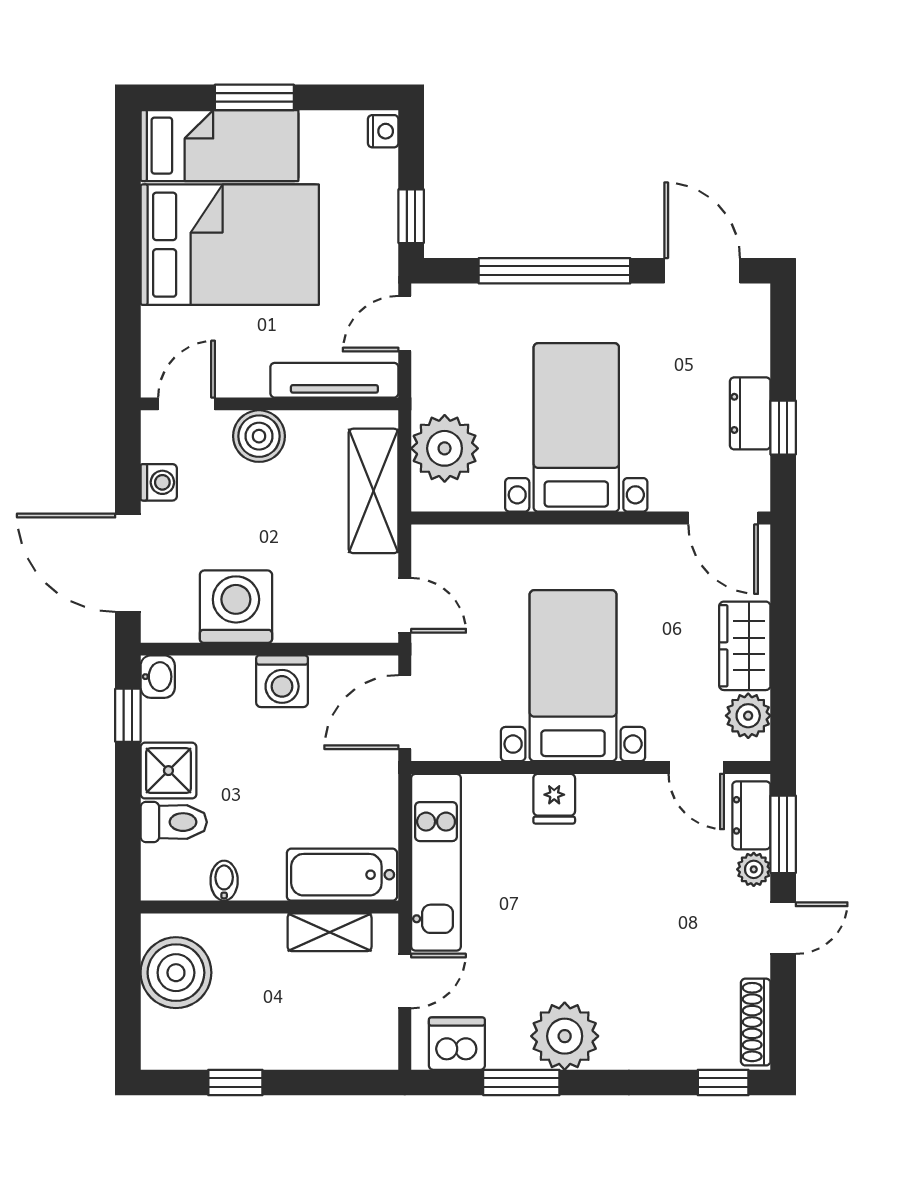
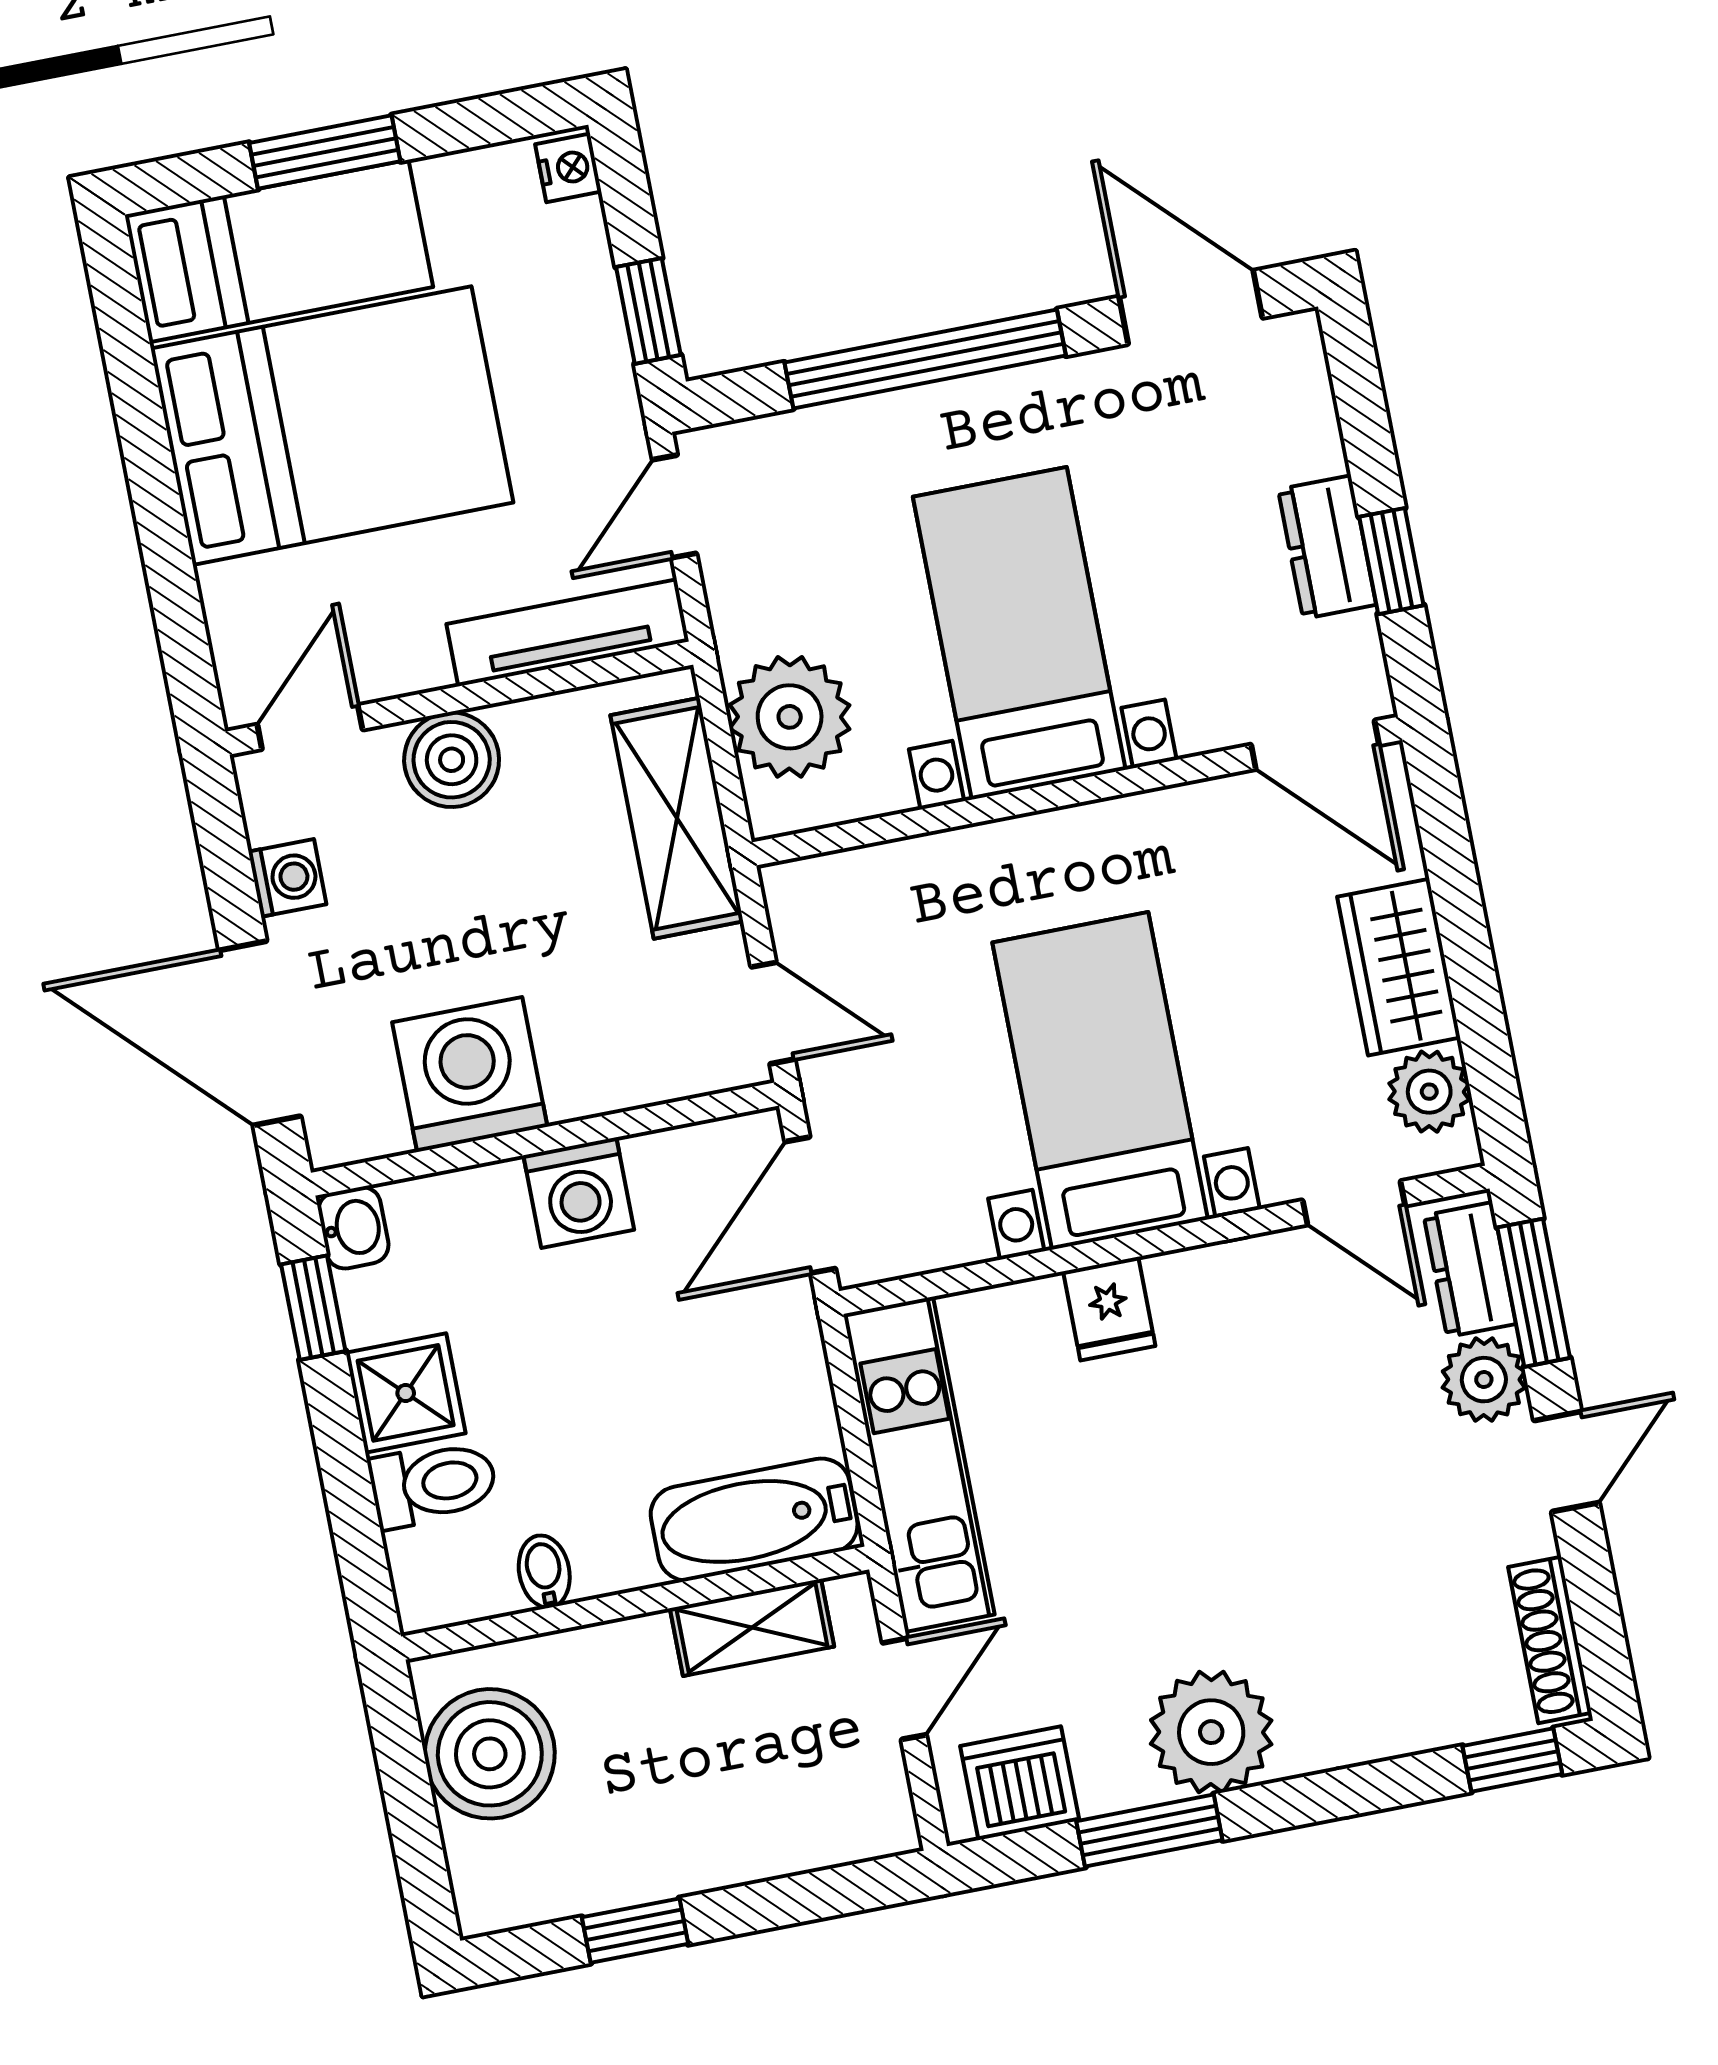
plant: (754, 869) -> (1484, 1380), width x1.38, depth x1.38

